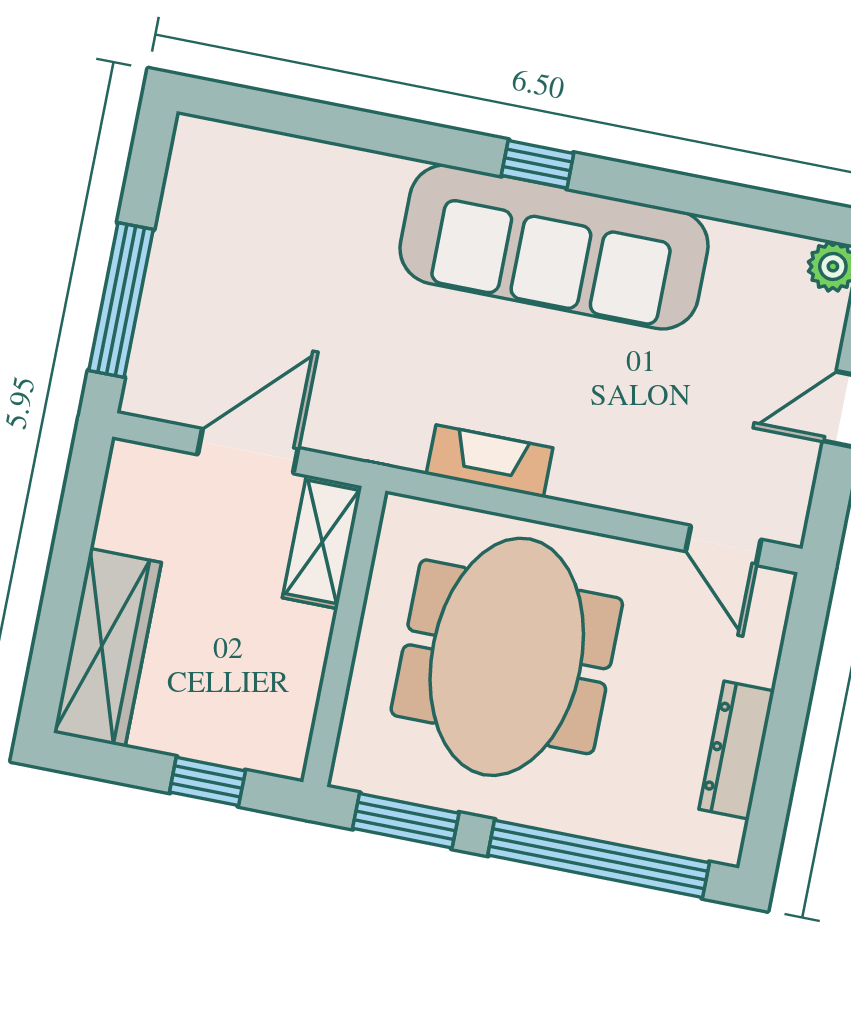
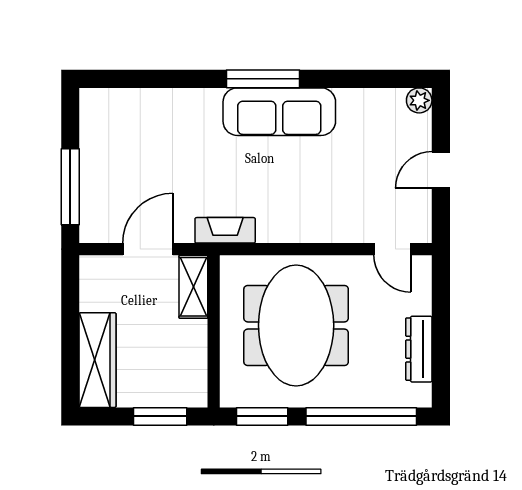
window: (538, 164) -> (263, 79), width x2.17
sofa: (554, 247) -> (279, 112), width x0.74, depth x0.79
fireplace: (490, 461) -> (225, 230), moved
window: (207, 781) -> (160, 416), width x1.50

